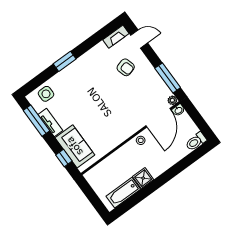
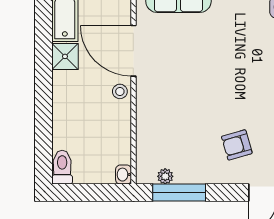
plant: (172, 100) -> (165, 176), moved
door: (158, 118) -> (133, 51), moved

